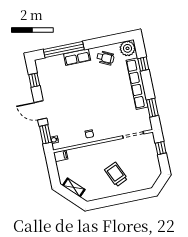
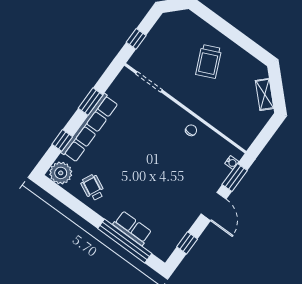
row of seats: (77, 57) -> (132, 228), moved
window: (152, 108) -> (90, 102), moved
filing cabinet: (61, 156) -> (243, 140), removed

